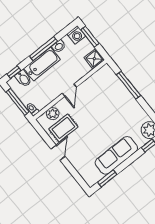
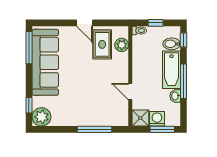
washing machine: (76, 35) -> (157, 119), moved, turned 90
door: (69, 90) -> (130, 92), moved
window: (18, 102) -> (156, 23), width x0.46
sofa: (116, 155) -> (45, 62), width x1.36, depth x1.27
window: (107, 178) -> (29, 48), width x1.44

